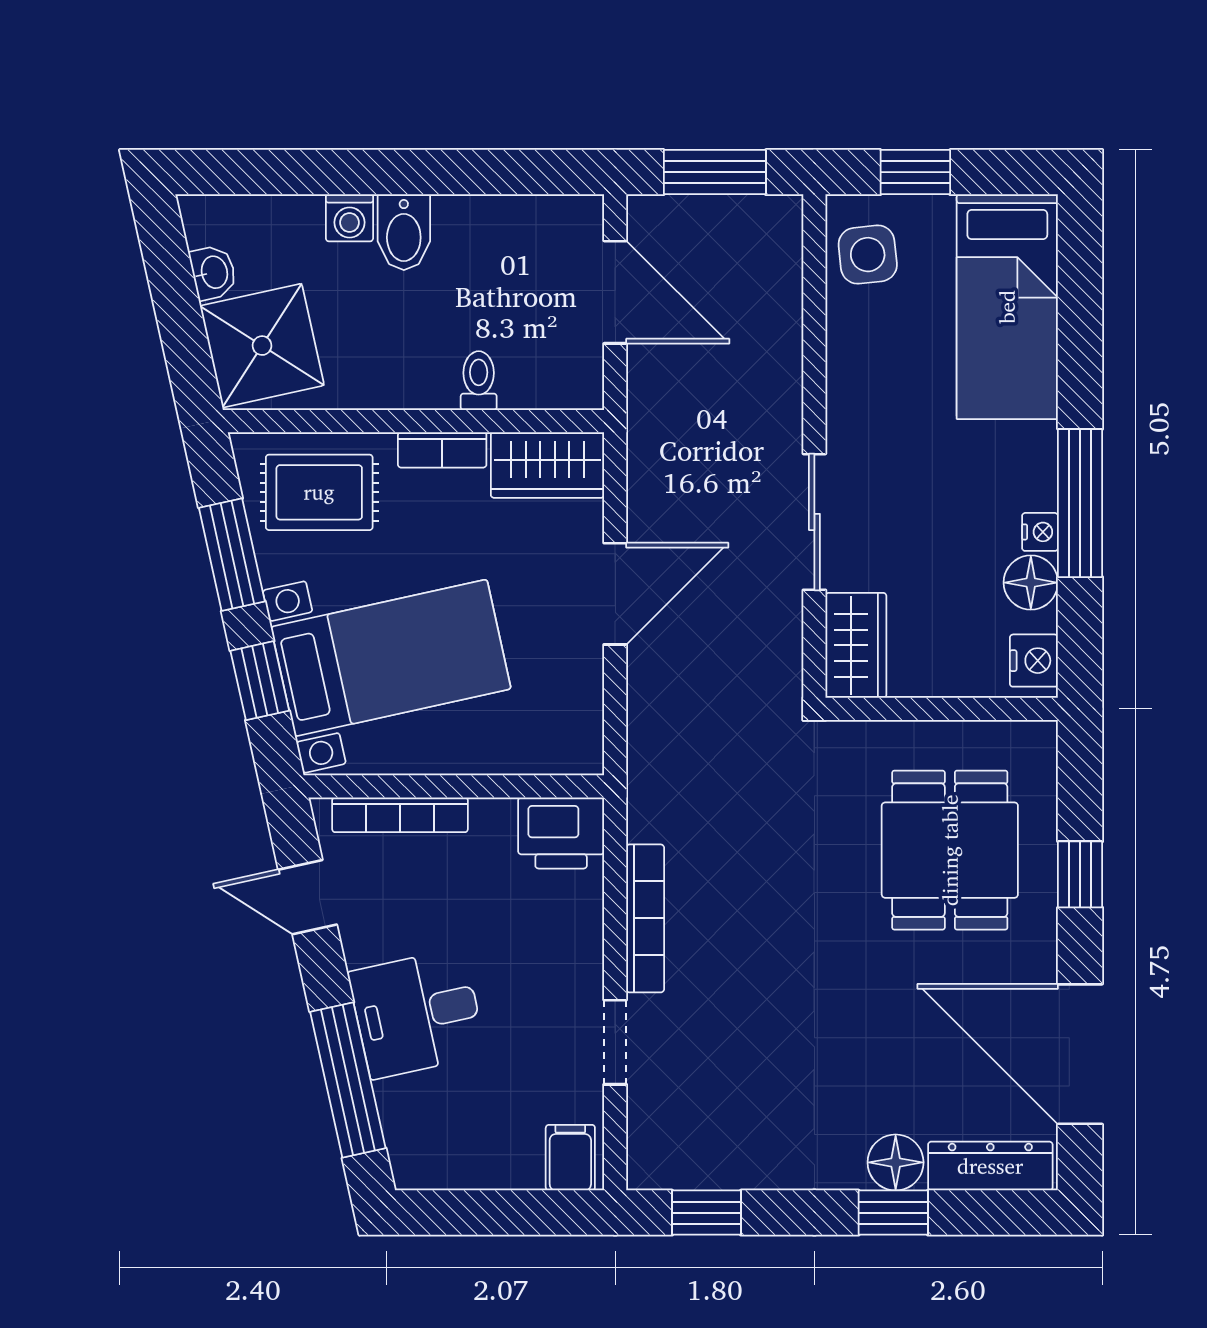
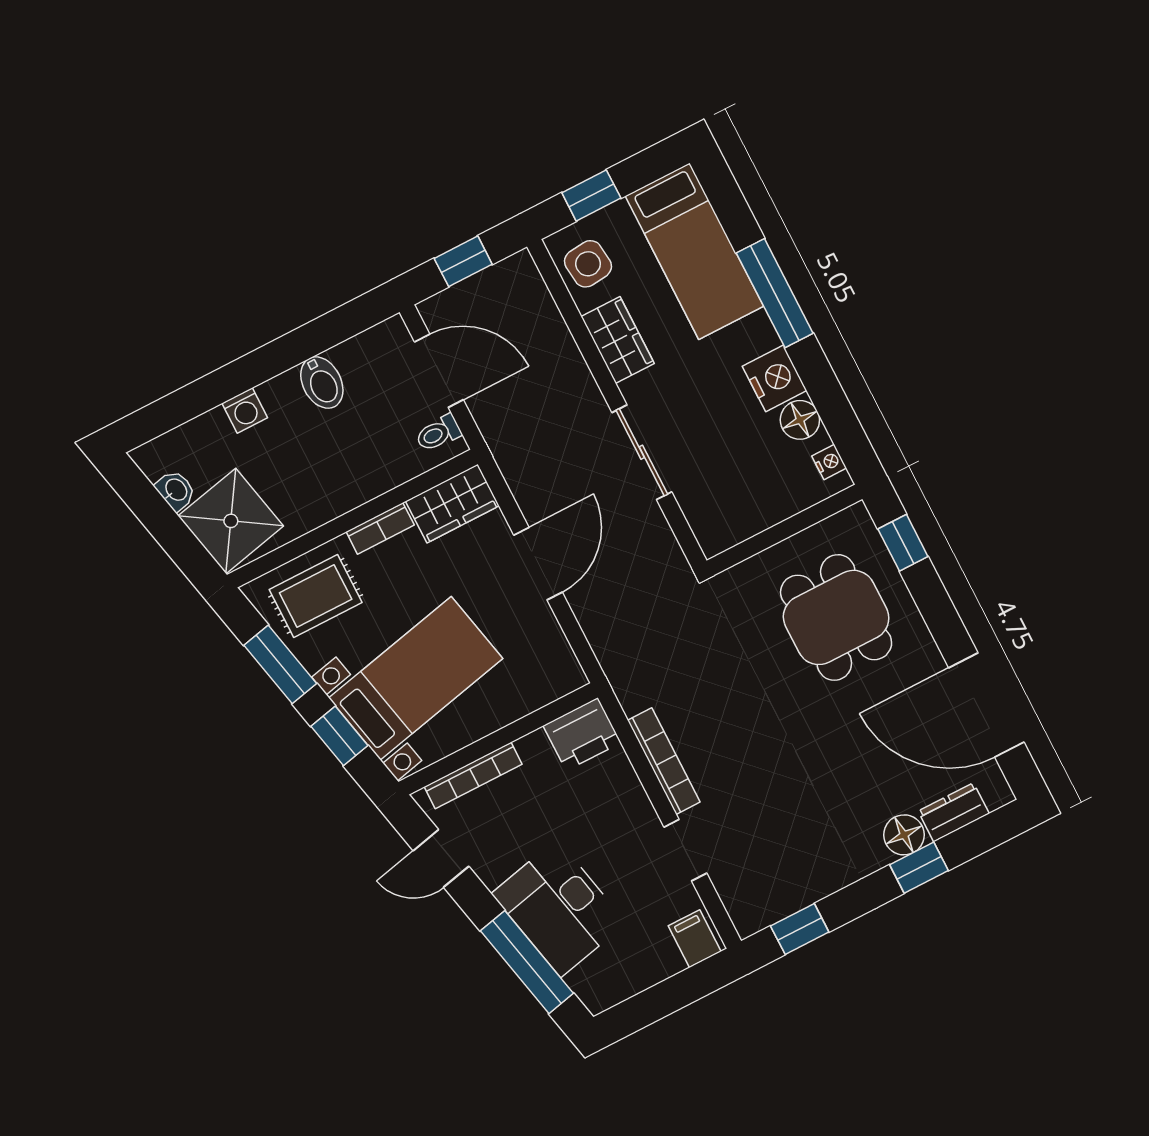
window: (715, 172) -> (463, 261), width x0.67
bidet: (404, 232) -> (322, 383), moved
toilet: (479, 381) -> (438, 433), moved, turned -90
window: (1080, 503) -> (775, 293), moved
nightstand: (1040, 532) -> (775, 378), width x1.89, depth x1.79
wardrobe: (856, 645) -> (618, 340), moved
nightstand: (1034, 661) -> (829, 462), width x0.72, depth x0.74
window: (1080, 874) -> (903, 543), moved
desk: (417, 1013) -> (559, 908), width x1.37
dresser: (990, 1166) -> (954, 812), width x0.70

